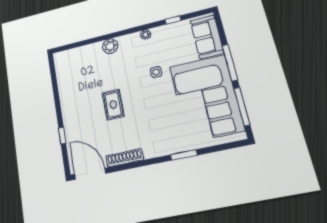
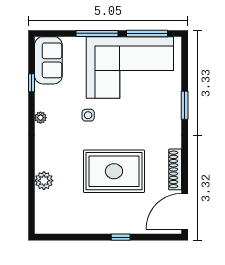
sofa: (207, 37) -> (48, 60), moved, turned -90
plant: (110, 46) -> (44, 181), moved
rug: (113, 105) -> (114, 171), width x1.86, depth x2.06
window: (62, 136) -> (121, 237), moved

